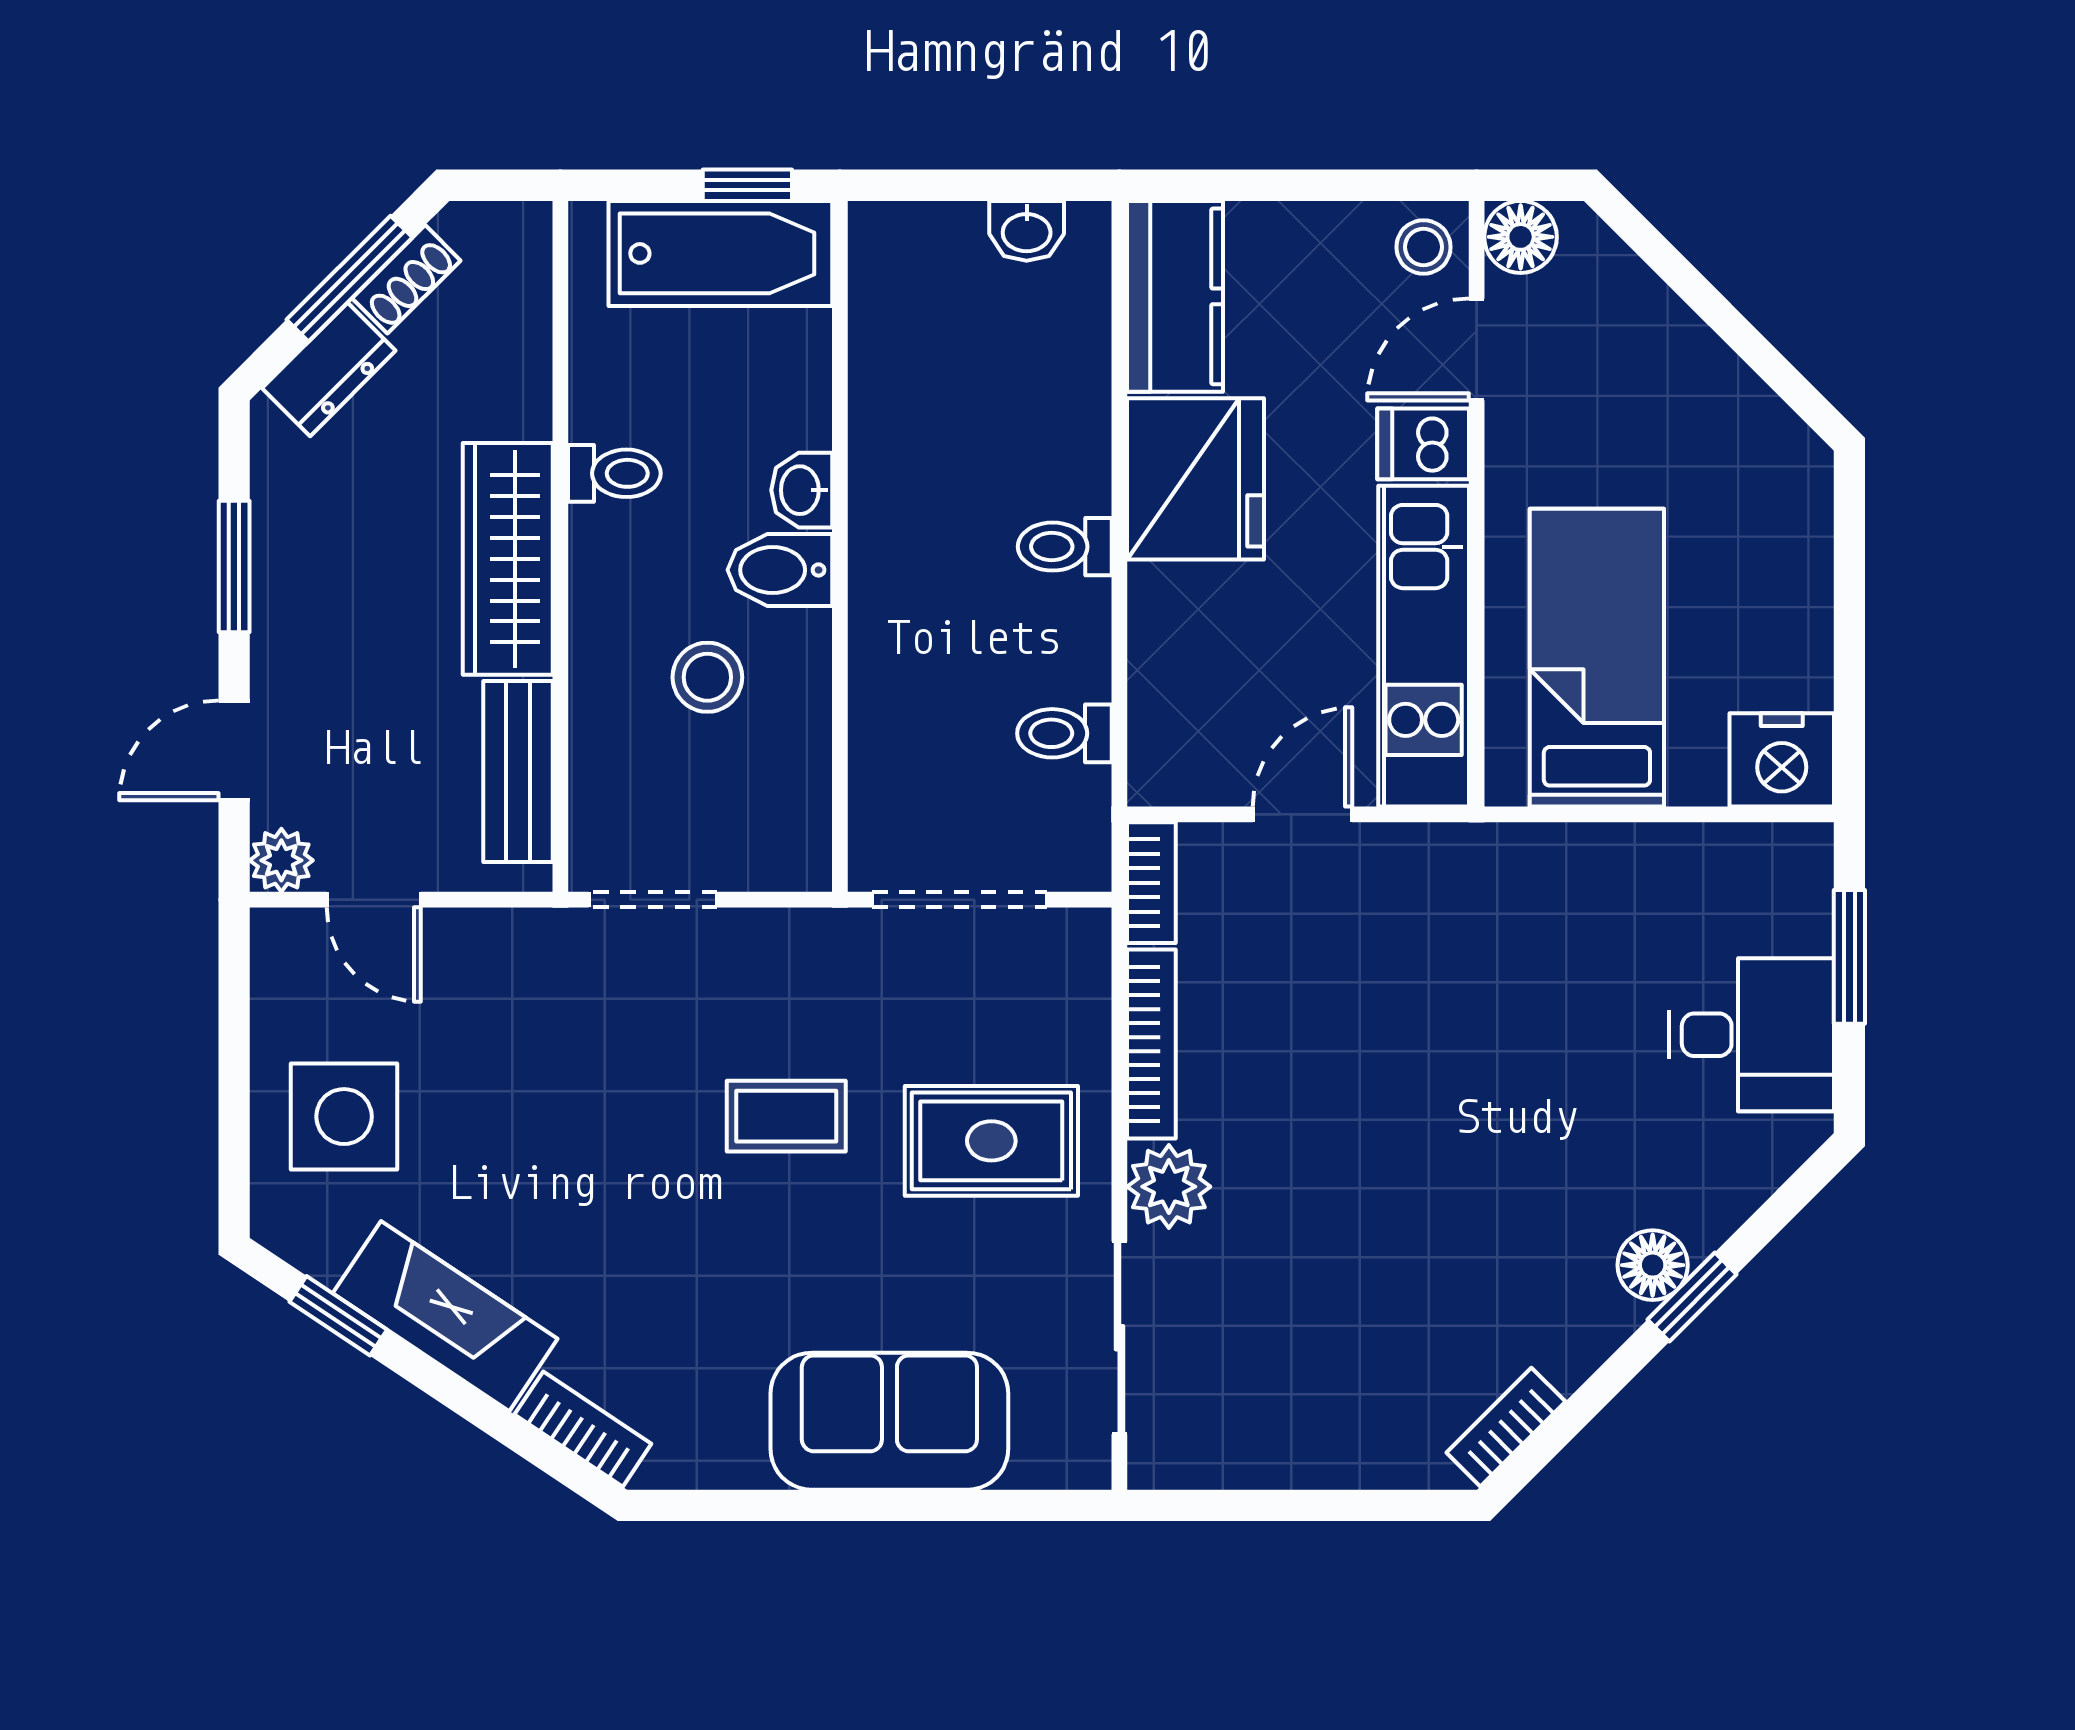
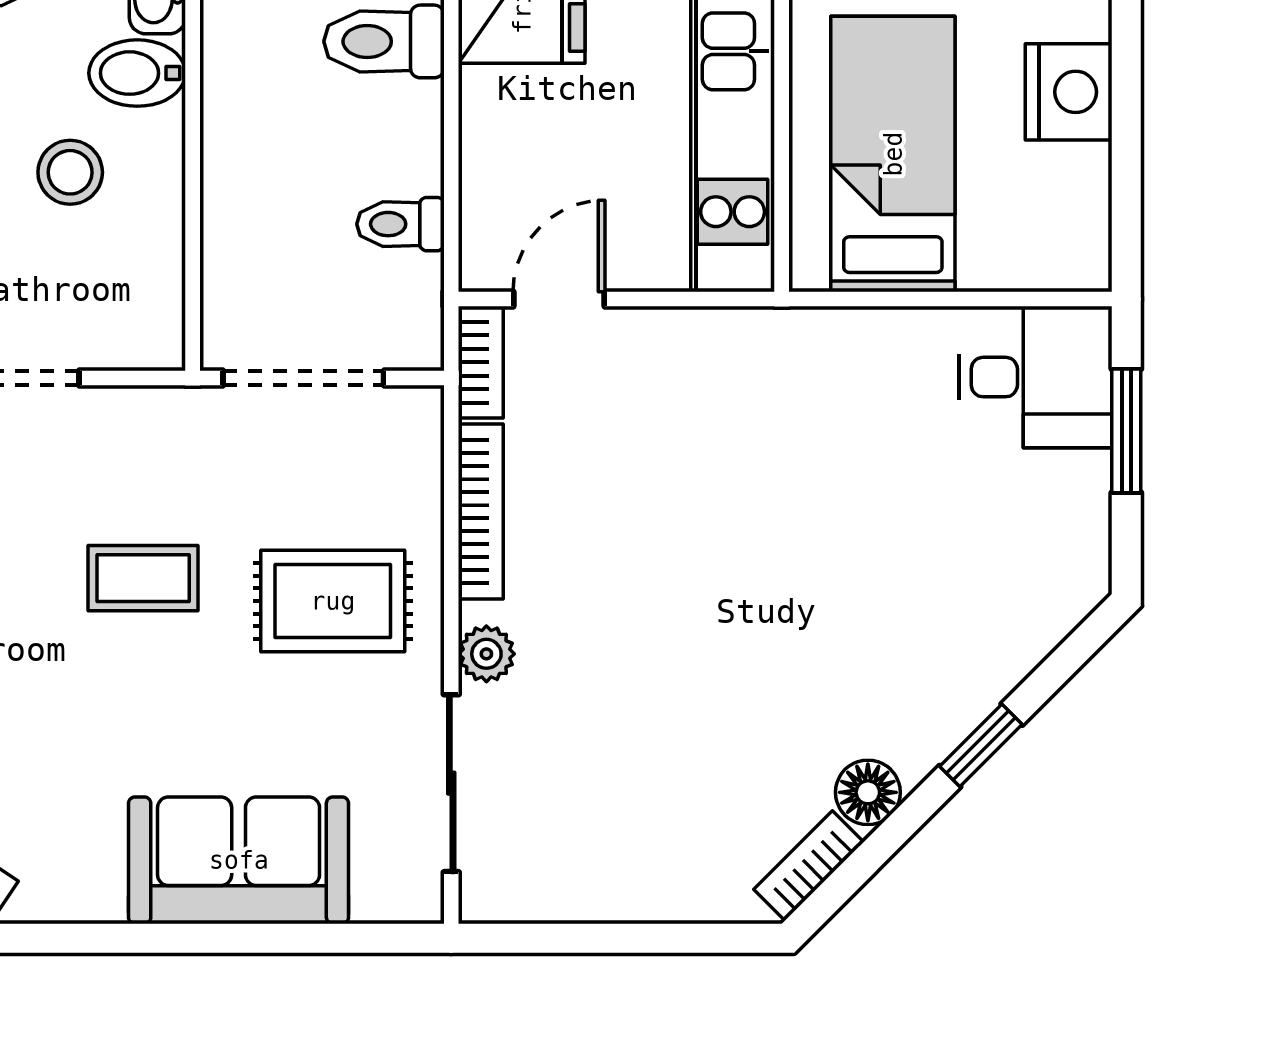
toilet: (1065, 547) -> (384, 41), width x1.37, depth x1.39
nightstand: (1782, 760) -> (1069, 92), moved, turned -90
door: (1302, 814) -> (559, 299), moved
desk: (1751, 1035) -> (1036, 377), moved
plant: (1169, 1187) -> (486, 654), width x0.73, depth x0.73
floor lamp: (1653, 1265) -> (868, 792), moved

